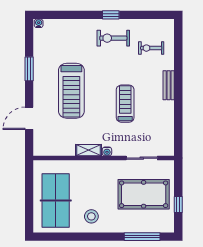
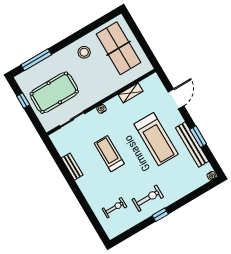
bench: (40, 65) -> (192, 145), added
bench: (169, 85) -> (72, 167), moved
treadmill: (71, 91) -> (156, 139), turned 180
treadmill: (125, 104) -> (109, 154), turned 180
shelving: (88, 150) -> (131, 93), moved

